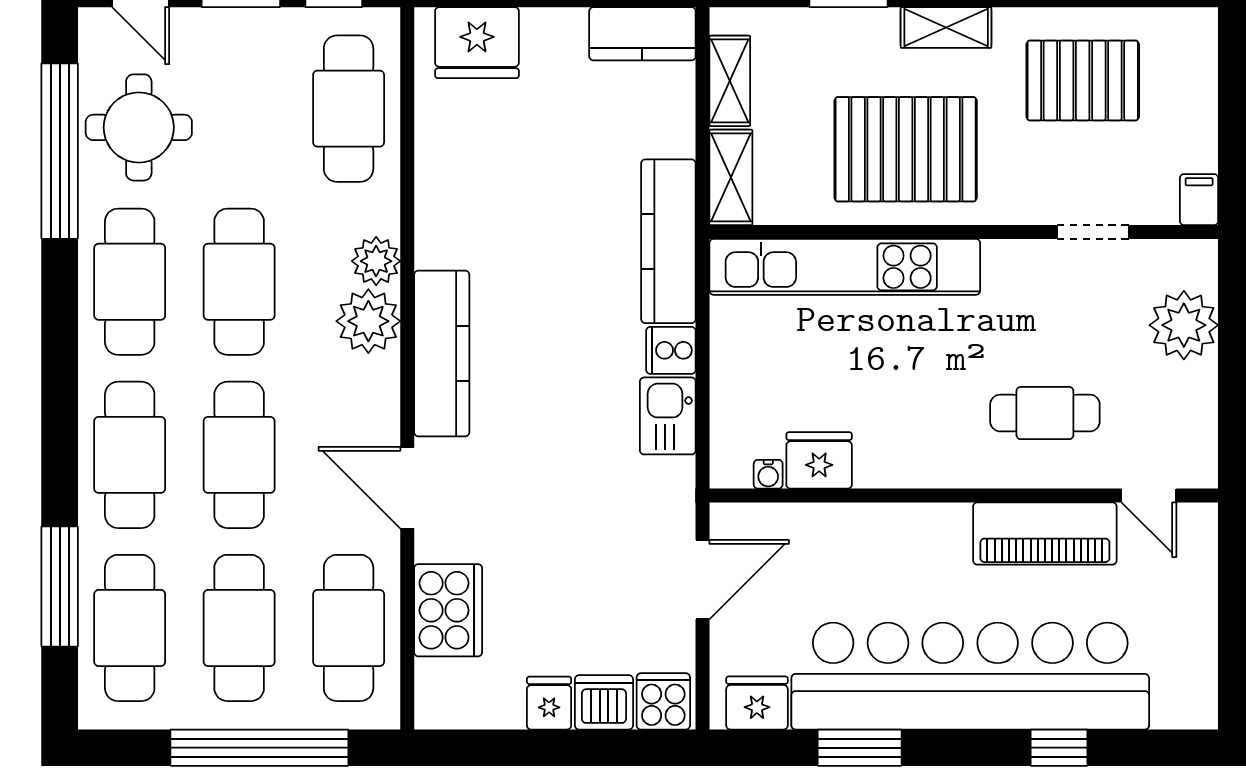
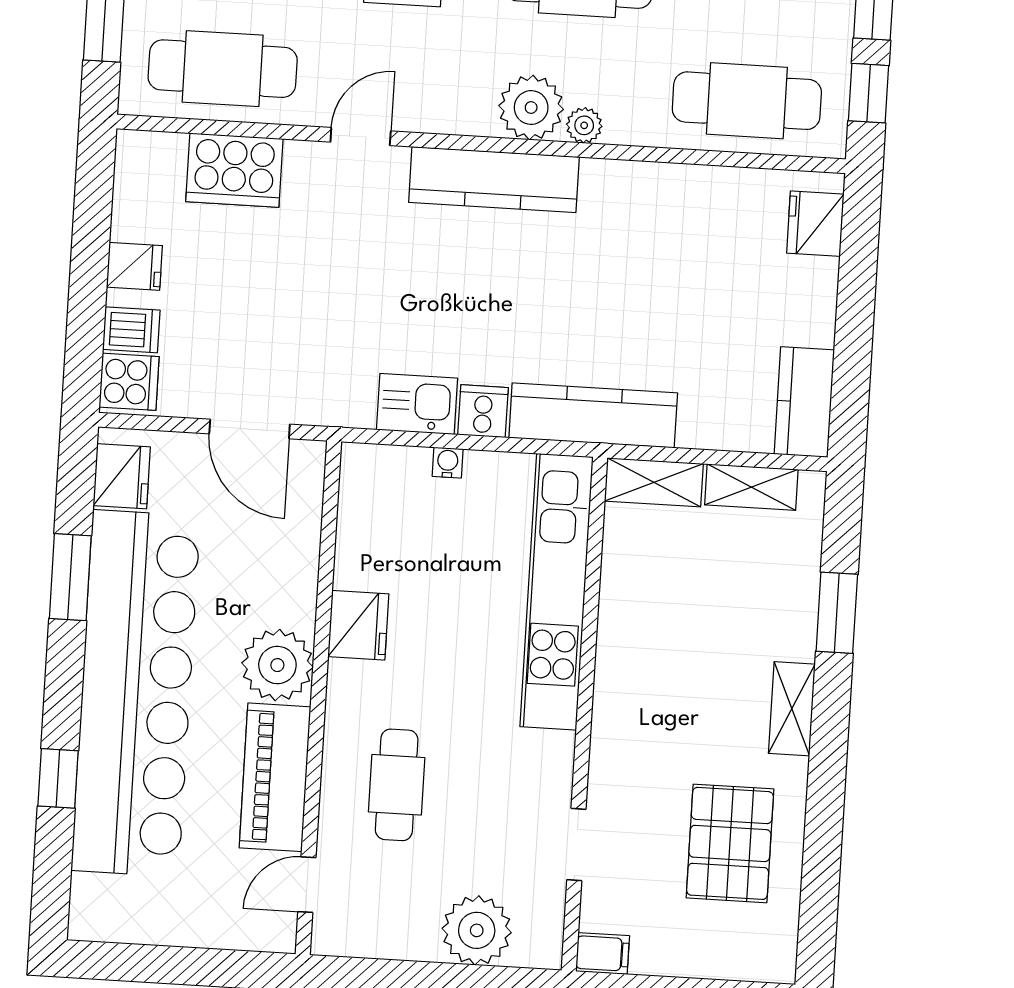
fridge: (477, 43) -> (815, 224), width x0.73, depth x0.75
pallet: (906, 149) -> (671, 660), removed
plant: (376, 261) -> (584, 125), width x0.73, depth x0.73
fridge: (819, 460) -> (358, 625), moved
water cooler: (768, 474) -> (448, 463), moved, turned 90
door: (407, 488) -> (361, 137), width x0.73
plant: (934, 538) -> (277, 665), added
dishwasher: (604, 702) -> (131, 330), width x0.73

